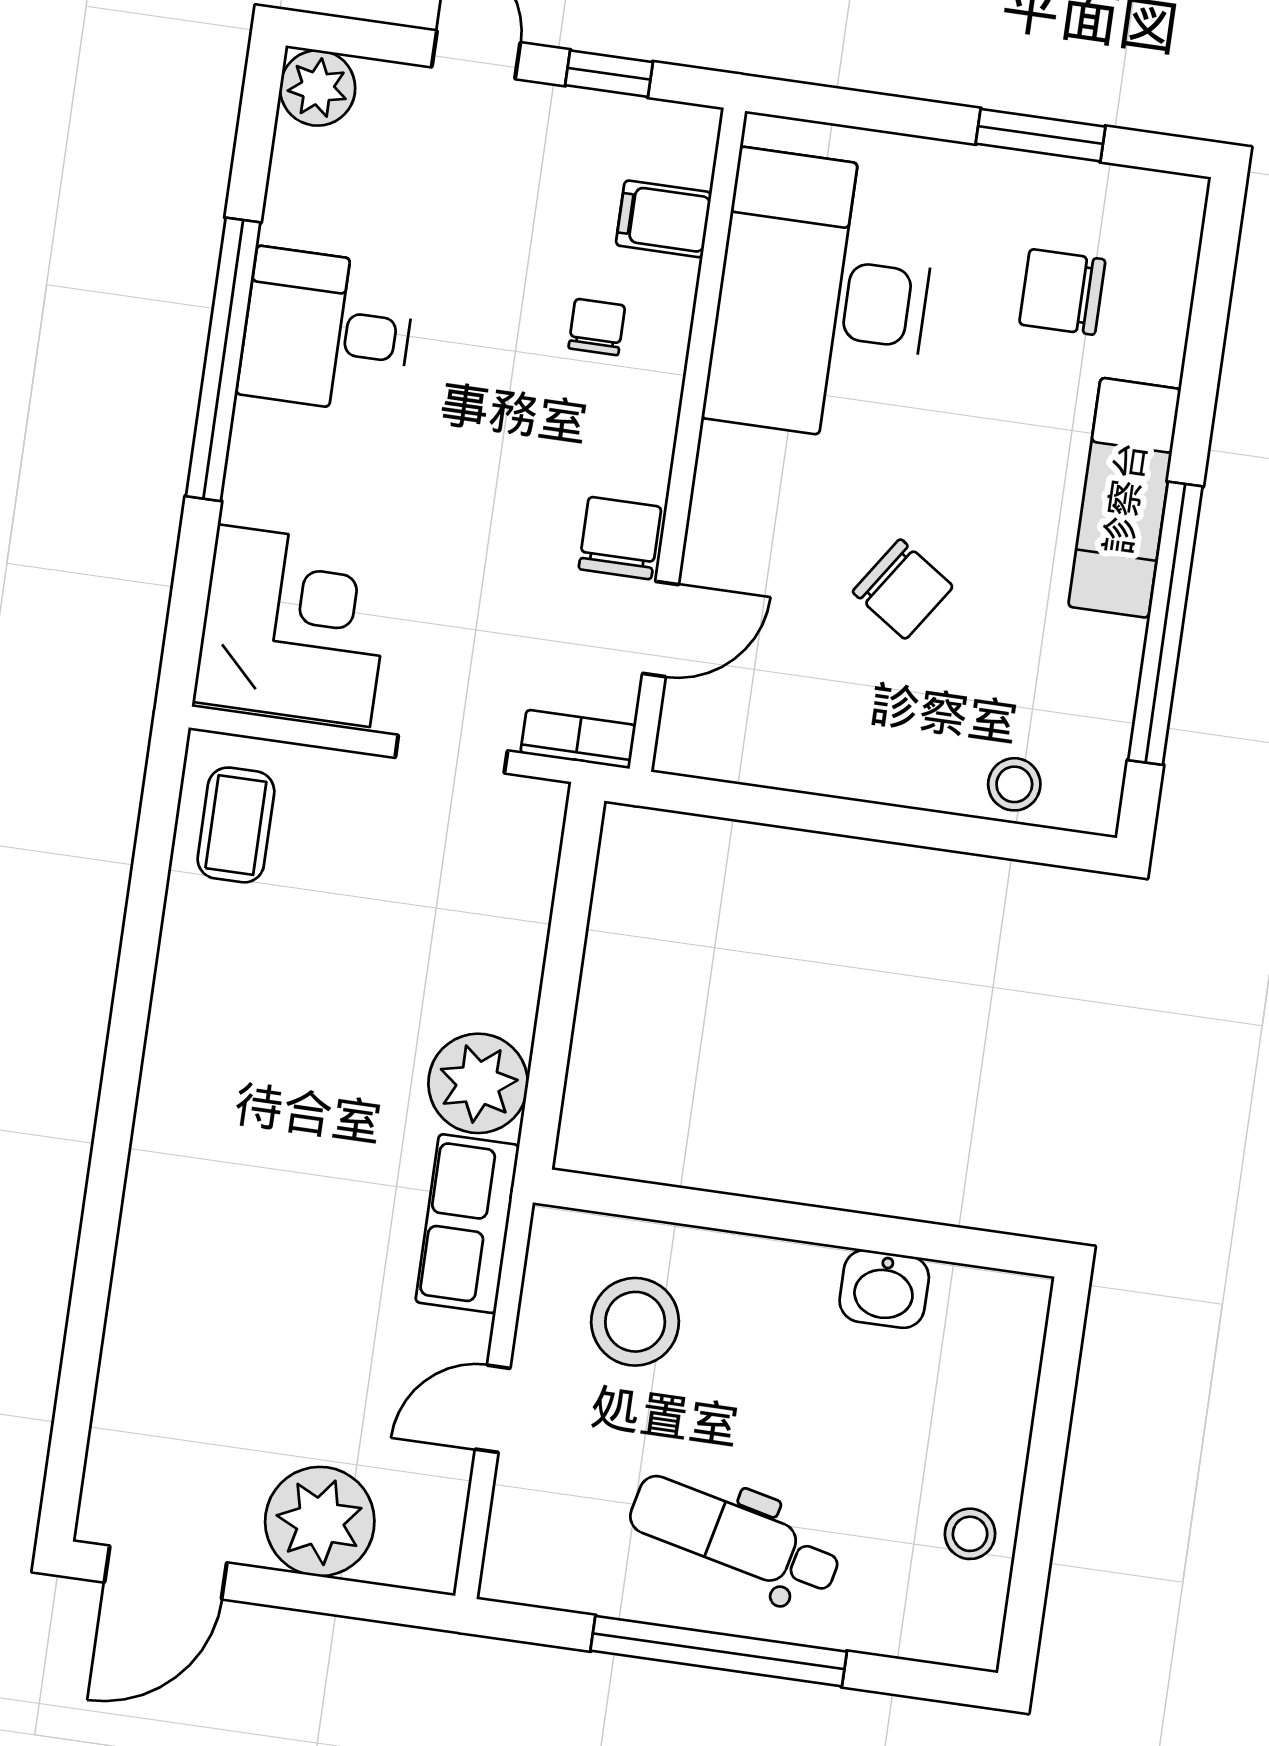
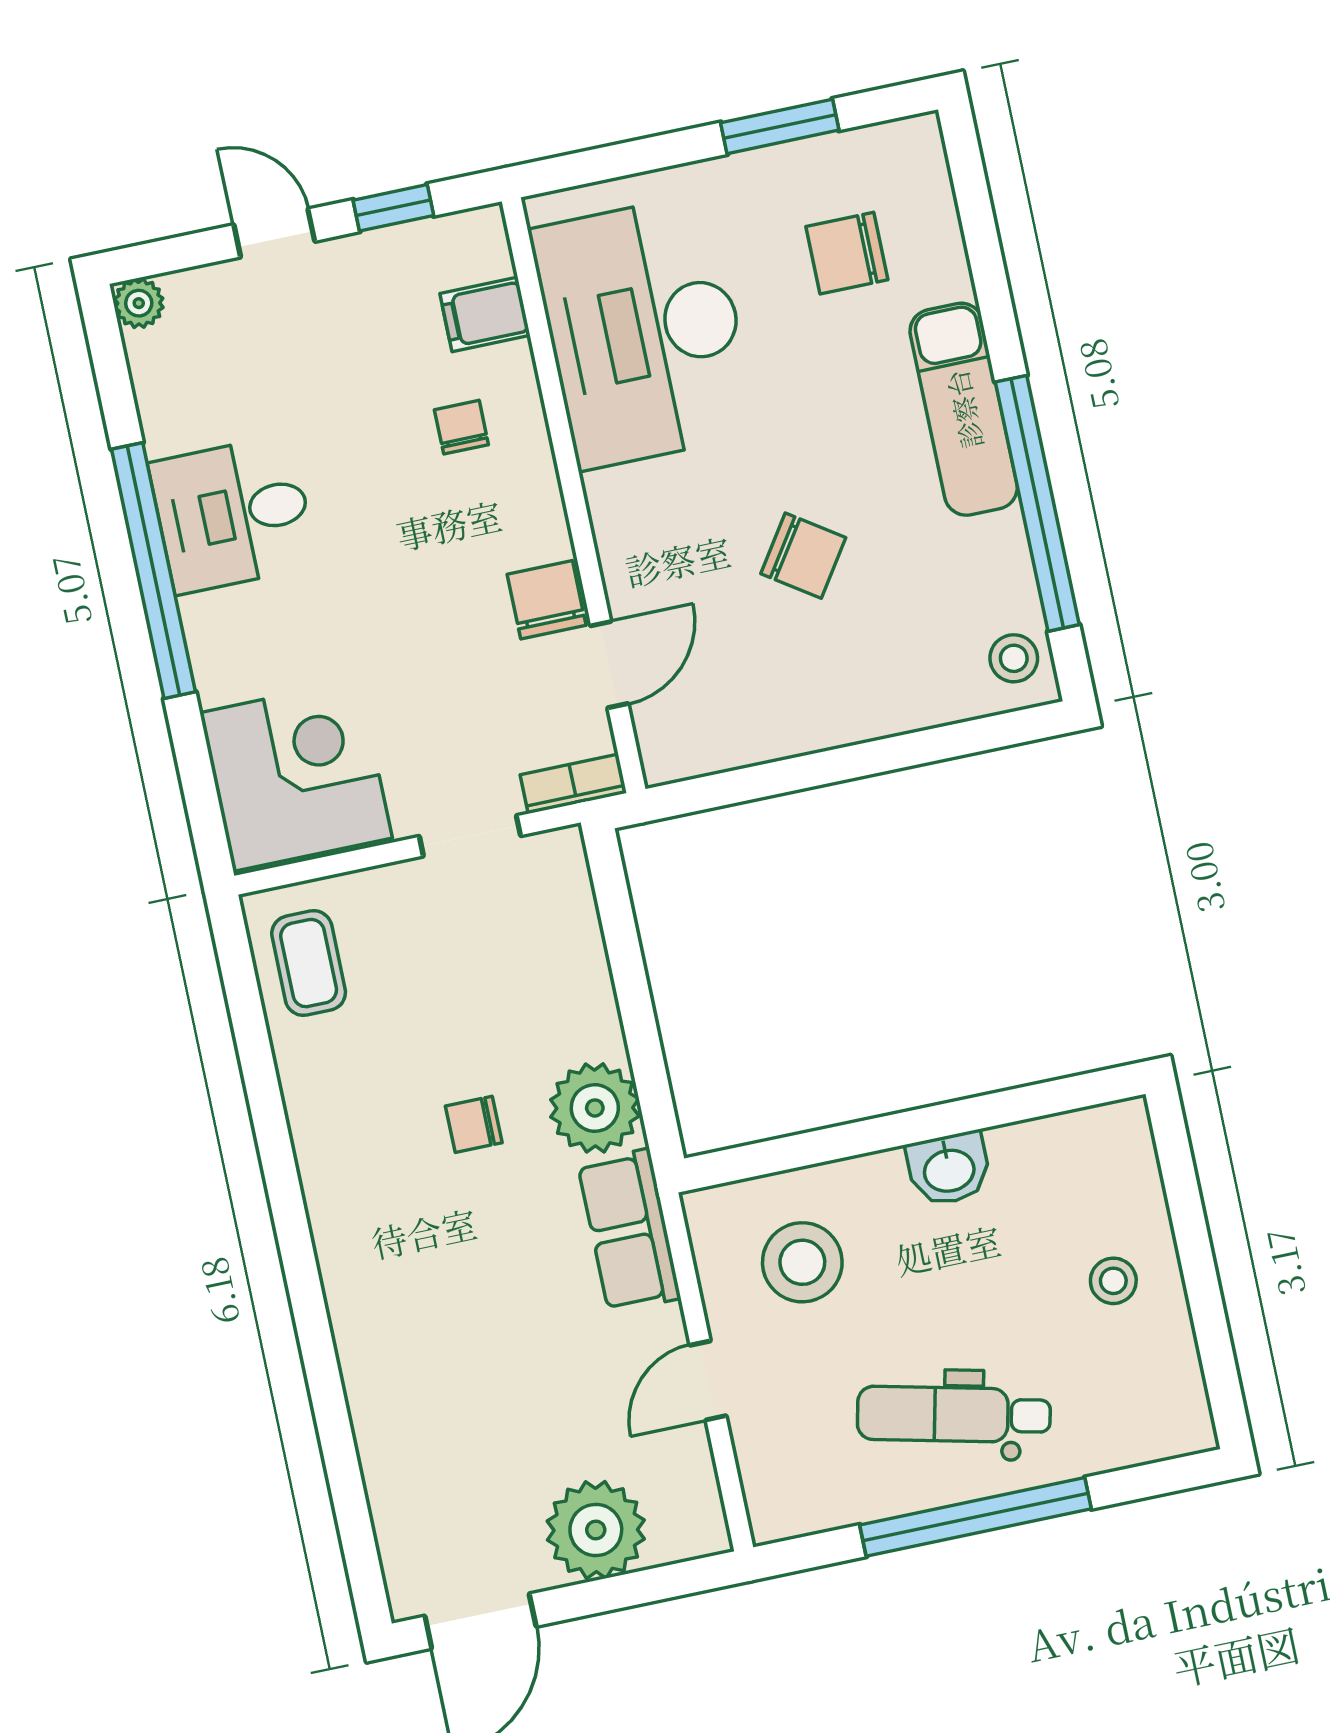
plant: (318, 88) -> (139, 303), width x0.73, depth x0.73
stool: (1014, 784) -> (1014, 658), moved
chair: (346, 1055) -> (474, 1124), added
washbasin: (884, 1289) -> (949, 1169), moved
stool: (970, 1534) -> (1113, 1281), moved

